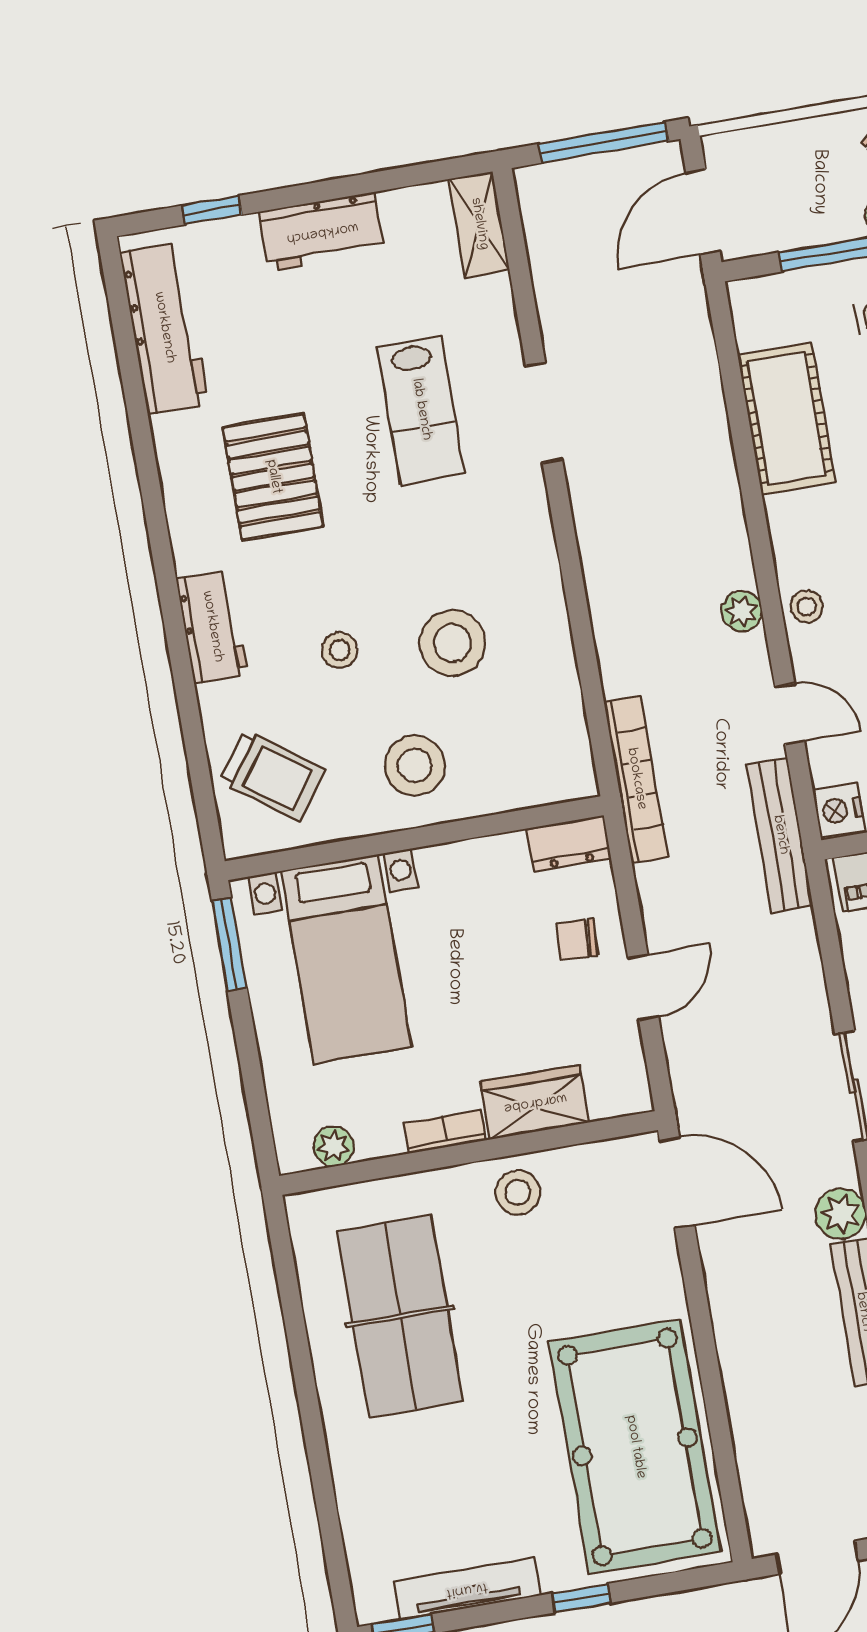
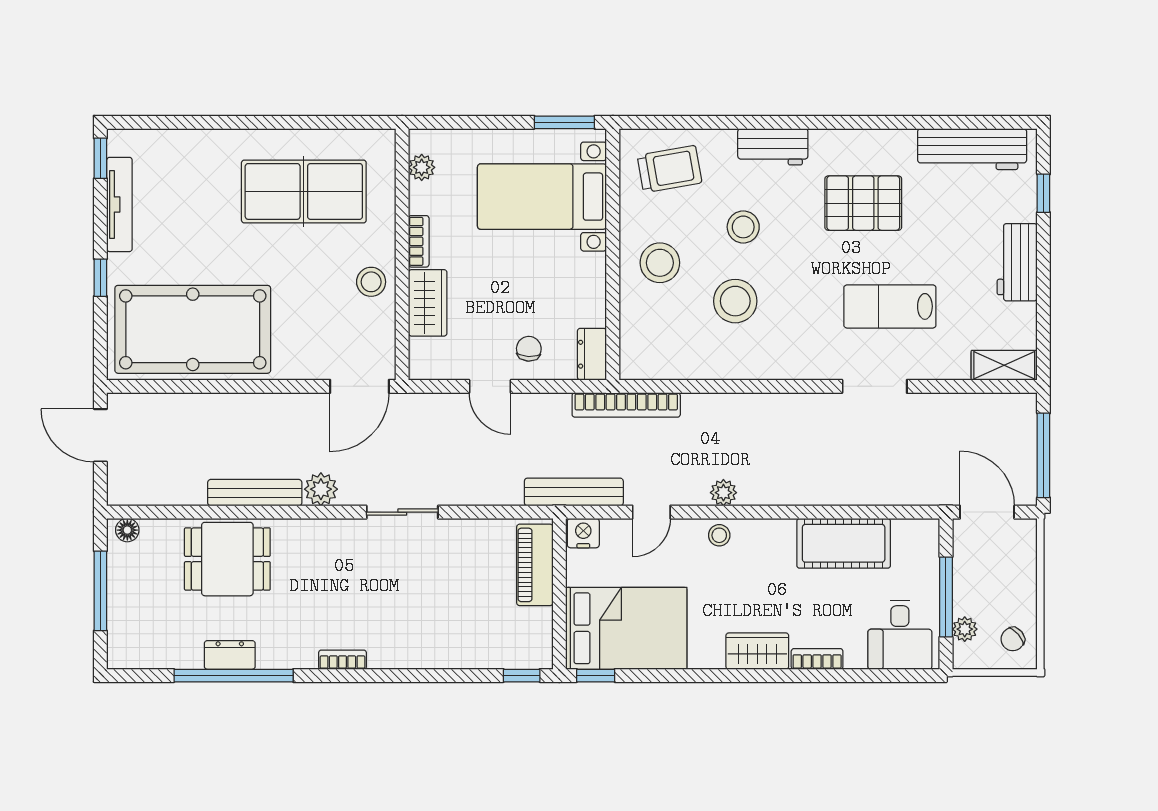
stool: (340, 650) -> (743, 227), width x1.37, depth x1.37
trolley: (272, 775) -> (670, 169), turned -136

